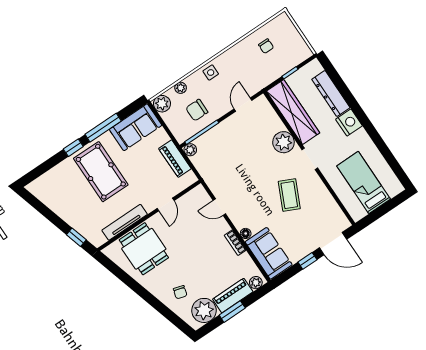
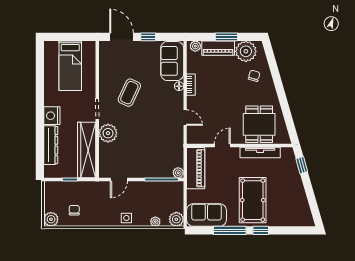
plant: (282, 22) -> (51, 219), added
chair: (197, 110) -> (154, 198), removed
piano: (175, 159) -> (196, 168), width x1.37, depth x1.33

